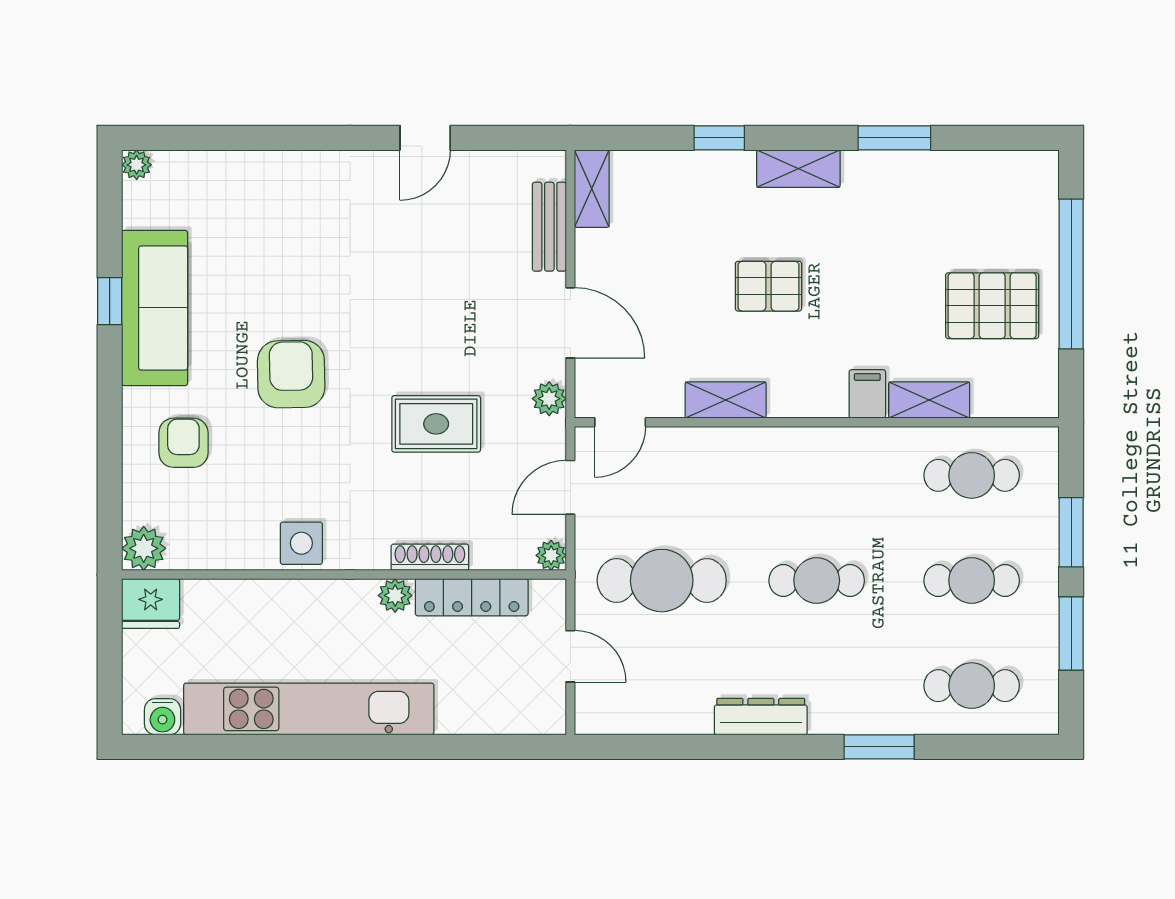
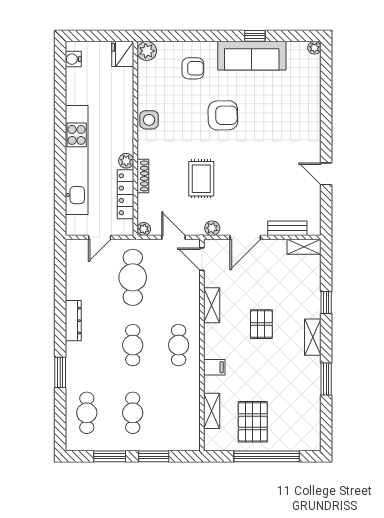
shelving: (929, 400) -> (212, 411), moved
cafe table: (972, 475) -> (179, 345), moved
kitchen unit: (309, 709) -> (77, 160), moved

